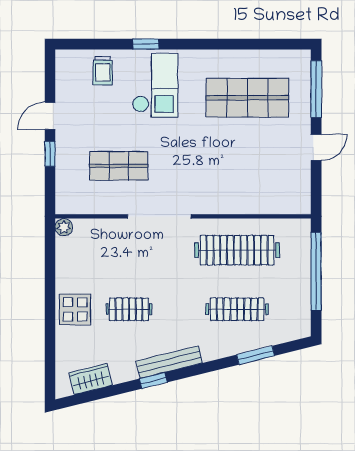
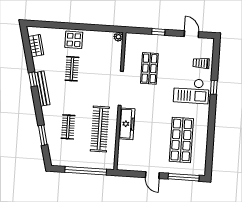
door: (50, 116) -> (191, 34), moved
freezer: (224, 201) -> (127, 124), added
clothes rail: (237, 309) -> (68, 127), width x0.73

